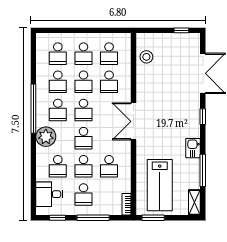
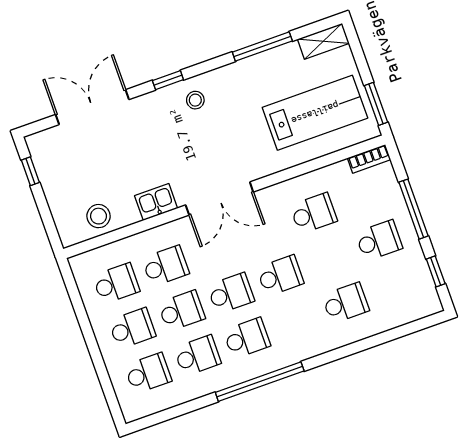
stool: (188, 127) -> (195, 100), added
plant: (46, 137) -> (301, 342), removed
kitchen sink: (193, 148) -> (156, 202), moved, turned 180
school desk: (83, 166) -> (330, 258), removed
desk: (49, 194) -> (400, 300), removed

